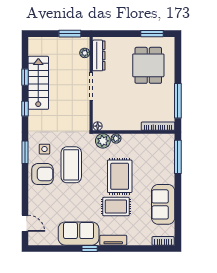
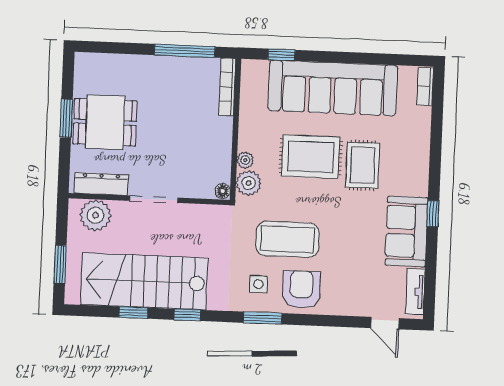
window: (70, 34) -> (60, 265), moved
window: (152, 34) -> (66, 118), moved
plant: (85, 53) -> (95, 215), width x1.87, depth x1.87
dining table: (148, 65) -> (105, 122), moved
stairs: (38, 83) -> (144, 281), width x1.36, depth x1.51
window: (178, 157) -> (282, 55), width x0.46
sofa: (163, 204) -> (333, 88), width x1.85, depth x1.27
door: (25, 223) -> (385, 323), swing flipped
tv unit: (113, 240) -> (415, 292), moved

